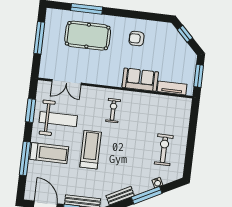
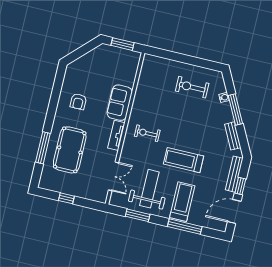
window: (185, 34) -> (79, 53), removed
window: (39, 38) -> (66, 198), width x0.46
tv unit: (172, 88) -> (116, 135), moved

